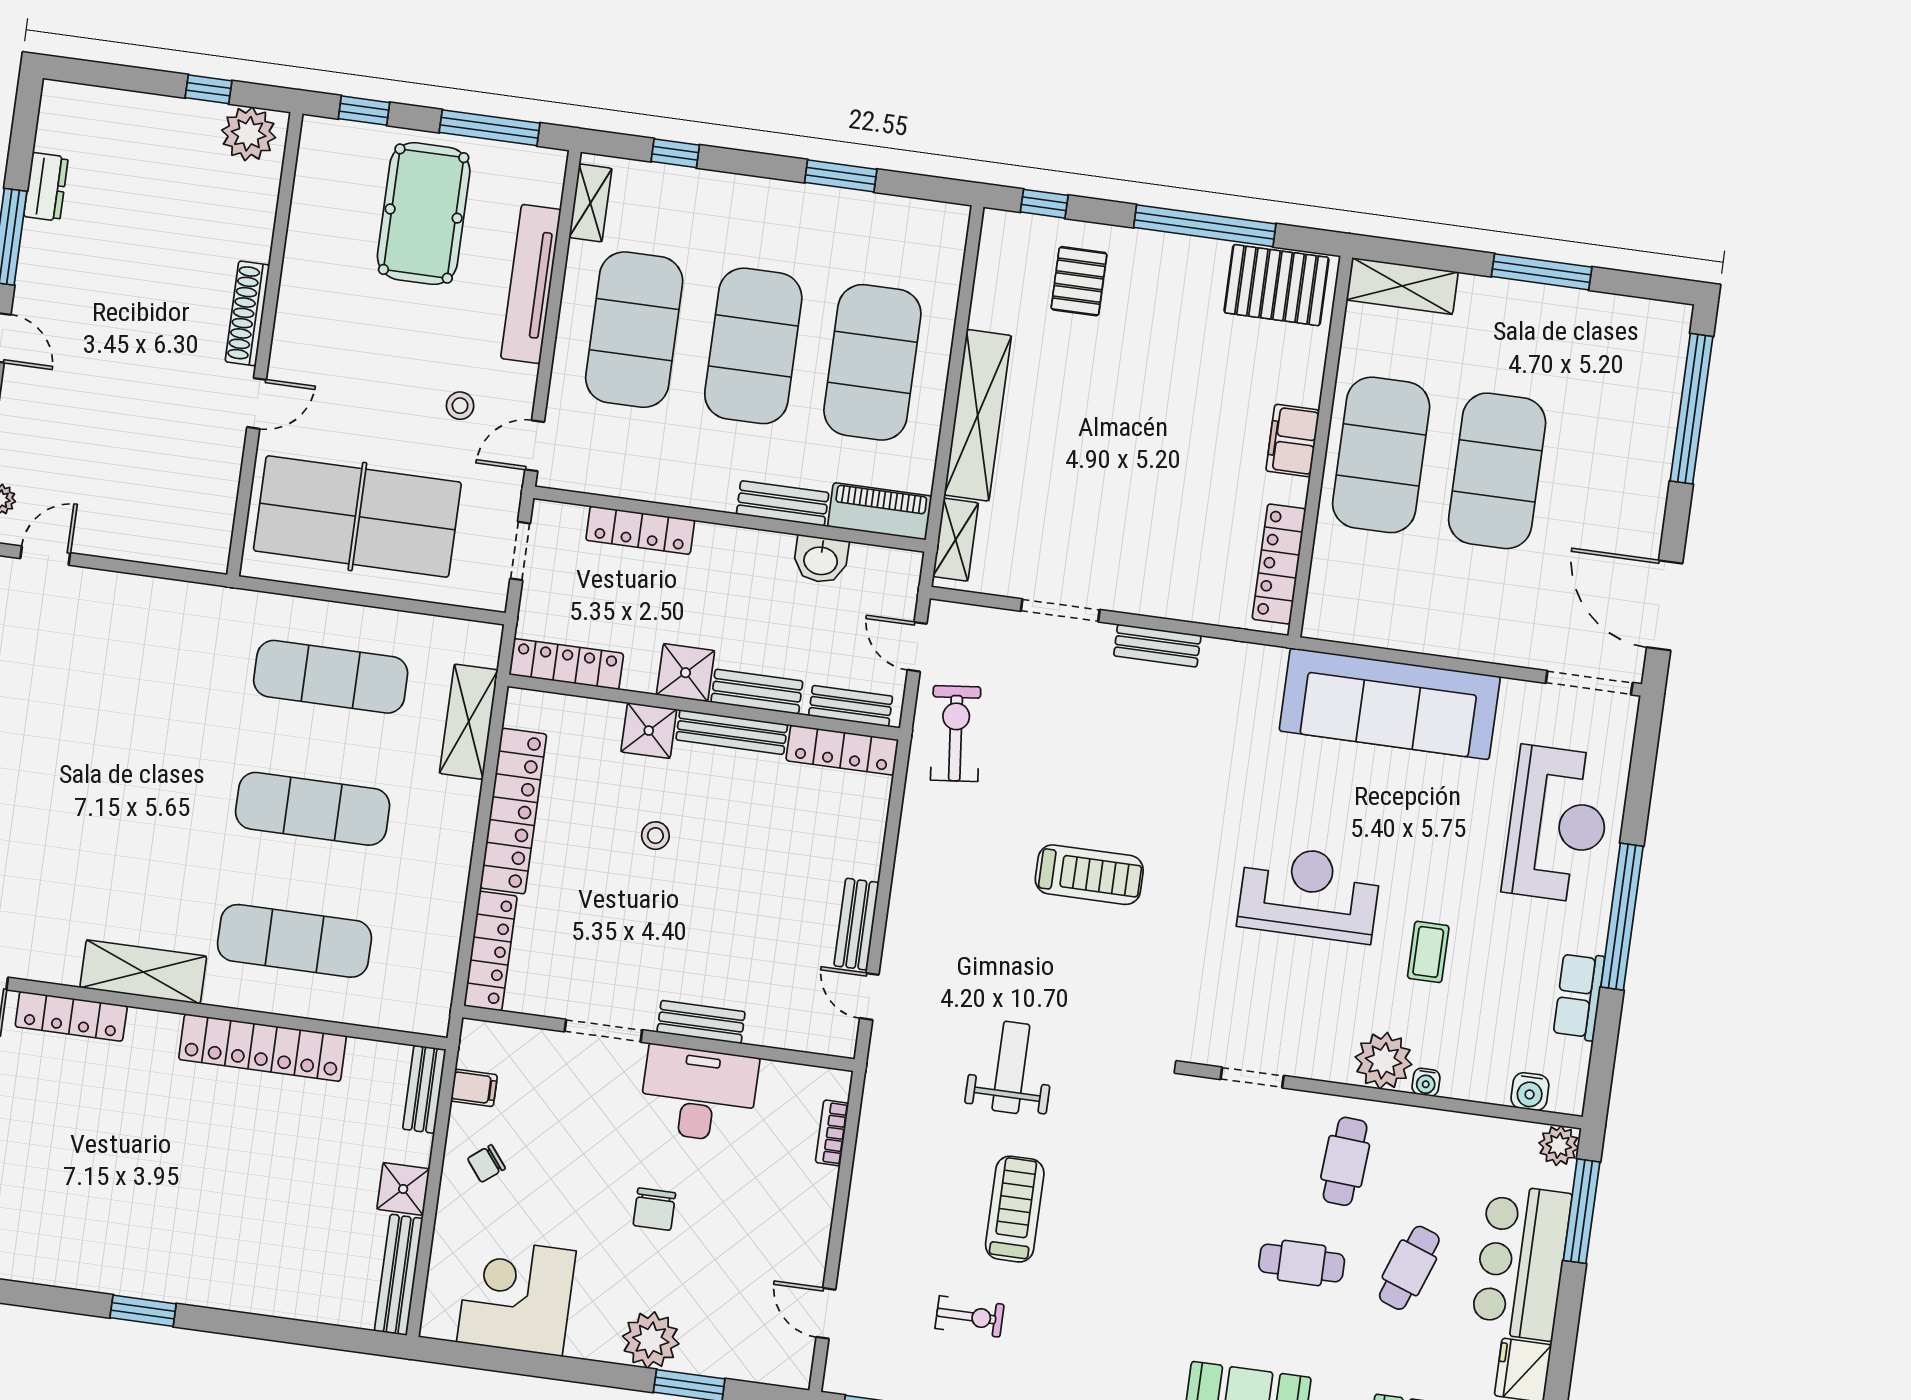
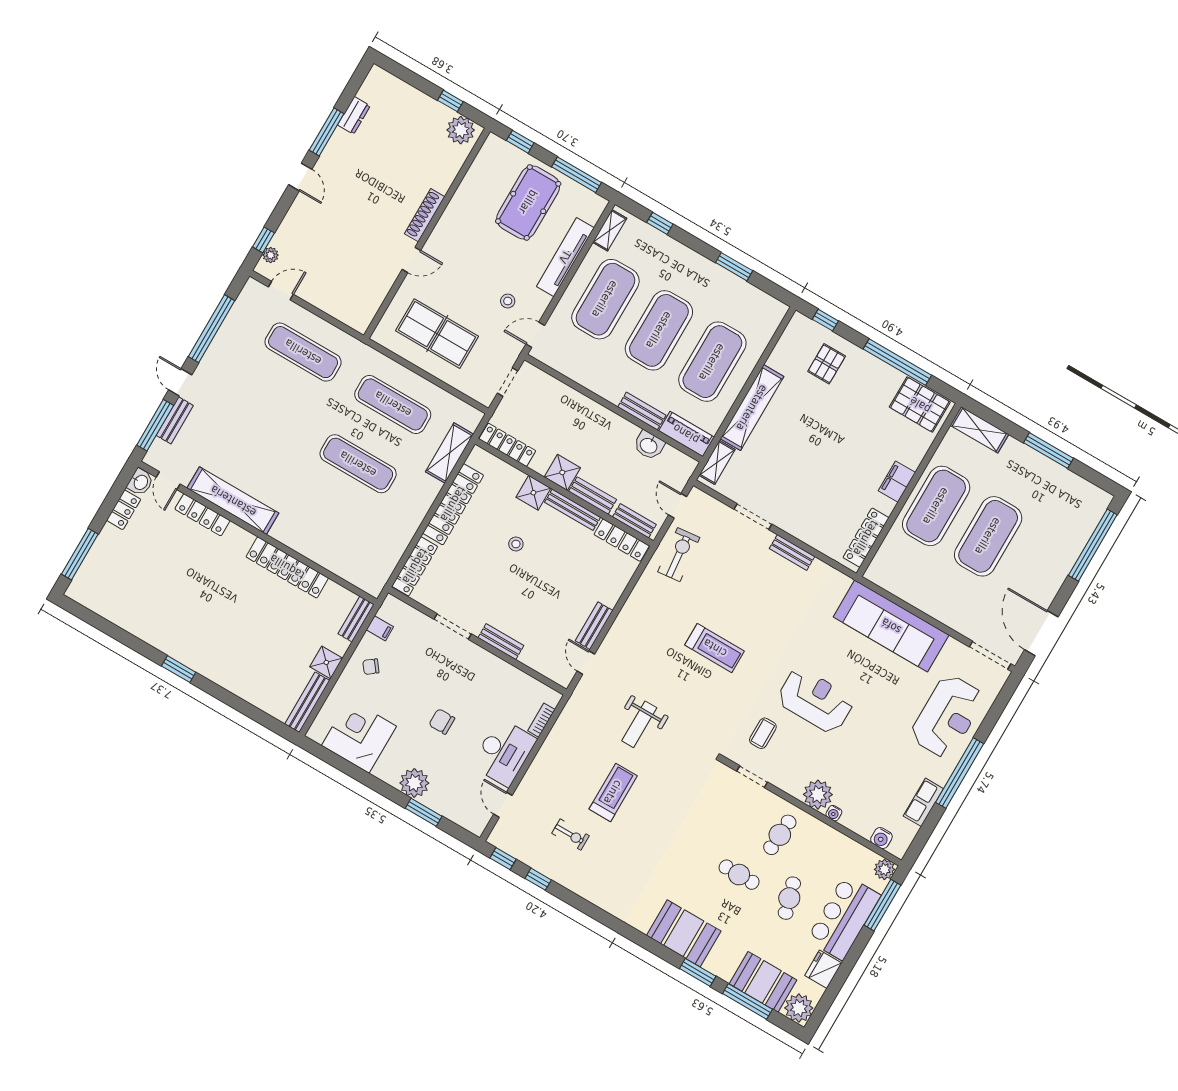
table tennis table: (357, 516) -> (437, 334), width x0.73, depth x0.76
locker: (640, 530) -> (569, 396), removed
exercise mat: (294, 941) -> (303, 352), moved
coffee table: (1428, 952) -> (763, 733), moved
shelving: (143, 972) -> (233, 501), width x1.47
weight bench: (1011, 1067) -> (639, 724), turned 180
desk: (699, 1094) -> (504, 752), moved, turned 90
chair: (654, 1209) -> (442, 721), turned 90
cafe table: (1409, 1268) -> (789, 898), turned -36

